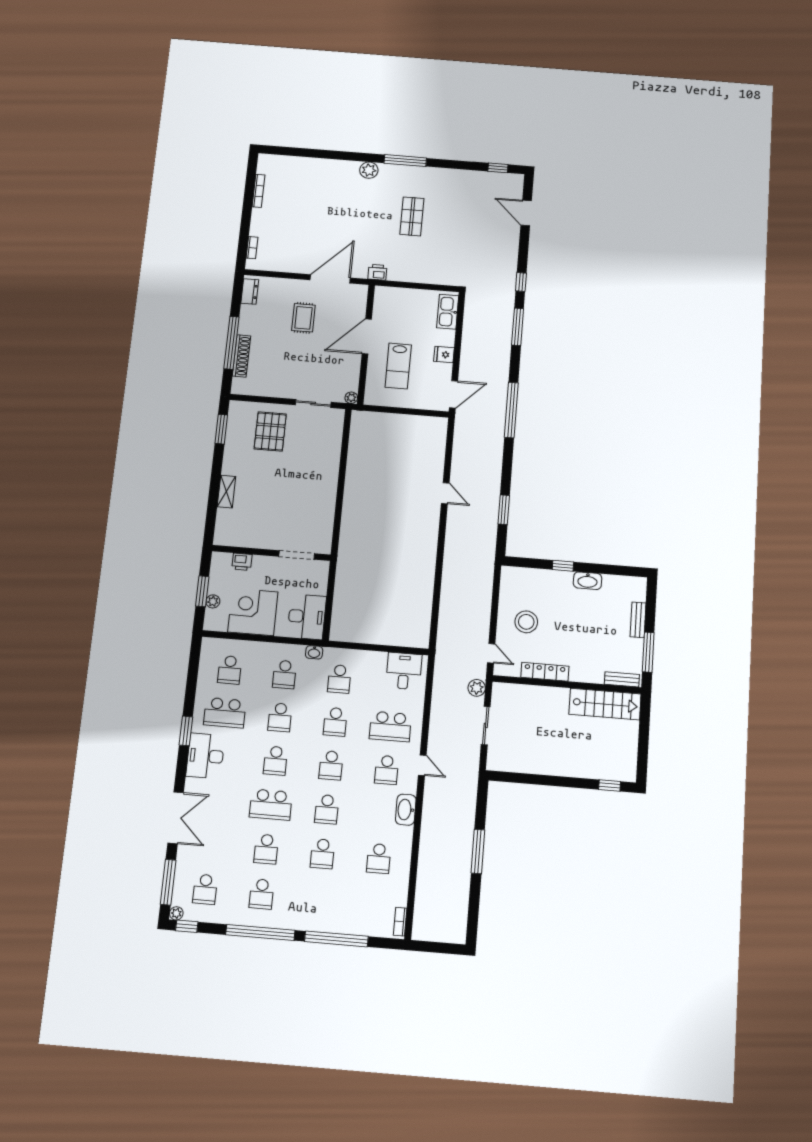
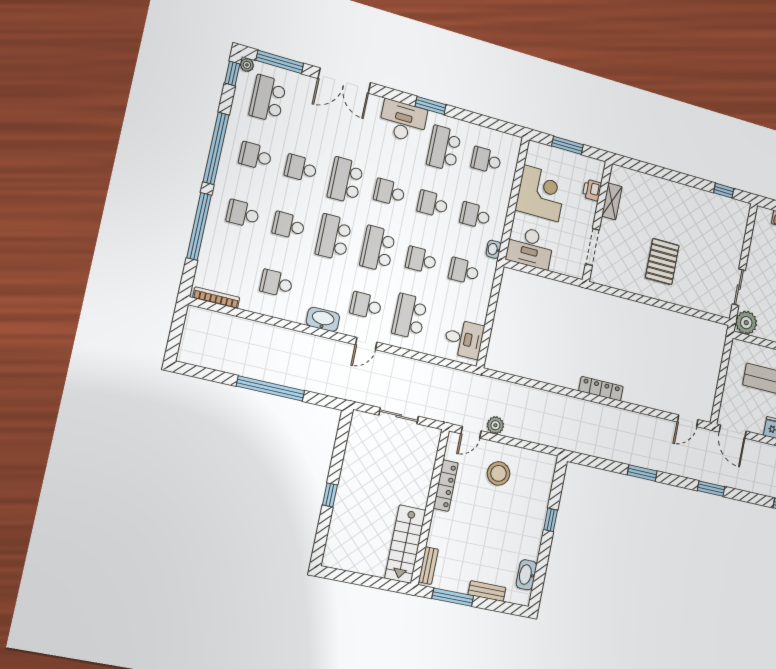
plant: (351, 398) -> (746, 323), width x1.88, depth x1.88
window: (511, 410) -> (711, 489), width x0.47
window: (221, 429) -> (724, 191), width x0.67
pallet: (270, 431) -> (662, 262), moved, turned 90
shelving: (226, 492) -> (612, 201), moved, turned 90
door: (445, 493) -> (688, 421), moved
window: (504, 510) -> (642, 473), moved
locker: (431, 531) -> (601, 389), added
washbasin: (588, 581) -> (526, 575), moved
plant: (213, 601) -> (556, 154), removed
plant: (477, 688) -> (495, 425), moved
school desk: (331, 765) -> (378, 249), width x1.85
window: (610, 785) -> (330, 495), moved
school desk: (327, 809) -> (334, 237), width x1.85
window: (478, 851) -> (270, 388), width x1.46
school desk: (205, 889) -> (268, 99), width x1.85
school desk: (318, 899) -> (243, 214), added
bookcase: (400, 922) -> (216, 298), width x1.56

